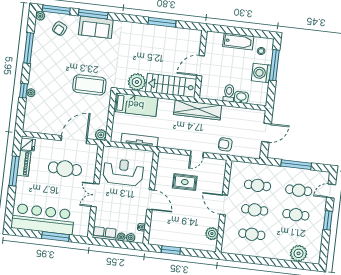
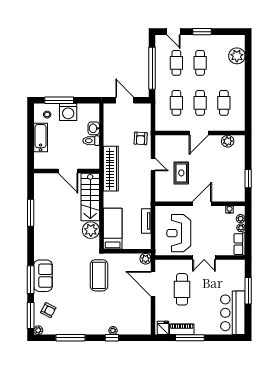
tv unit: (140, 140) -> (146, 221), width x0.71
window: (296, 165) -> (152, 68), width x1.46
bar counter: (43, 219) -> (233, 313), width x0.73

